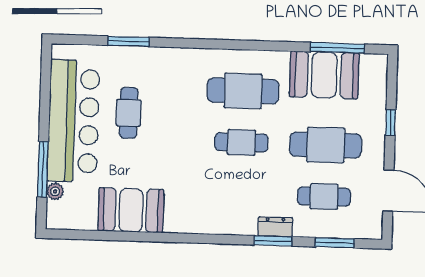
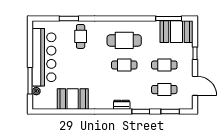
booth: (324, 75) -> (176, 32), moved
cafe table: (129, 113) -> (81, 36), moved
cafe table: (326, 145) -> (164, 65), width x0.73, depth x0.74
dresser: (275, 227) -> (122, 105), moved

